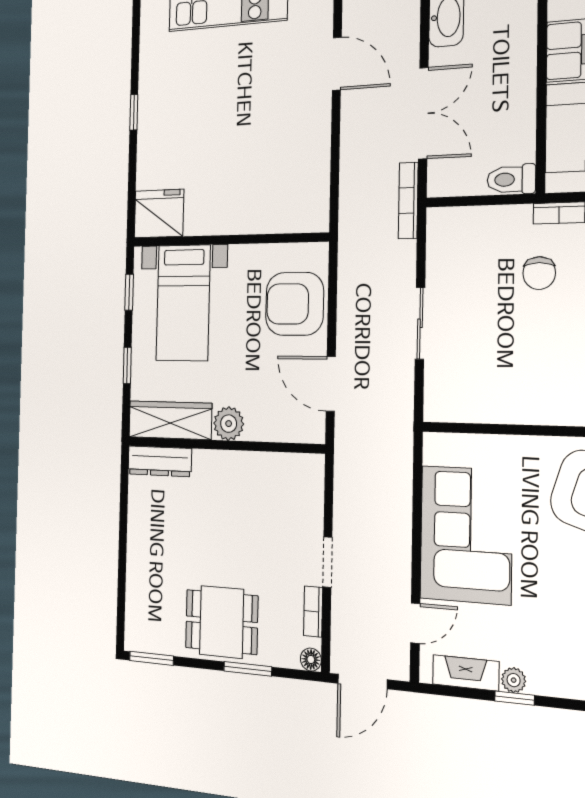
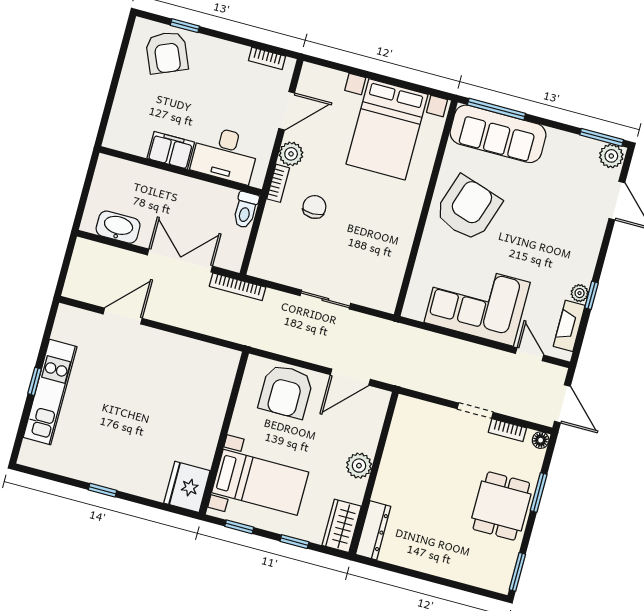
chair: (539, 273) -> (314, 207), turned -90
wardrobe: (170, 420) -> (342, 526), width x0.67

